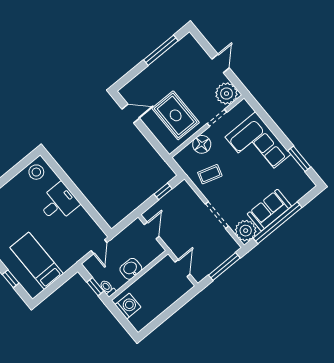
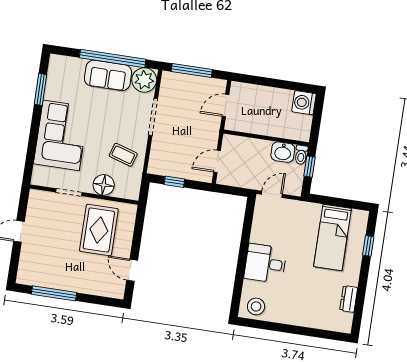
plant: (227, 94) -> (40, 203), removed
washbasin: (131, 269) -> (283, 152), moved
washing machine: (128, 306) -> (304, 103), moved

